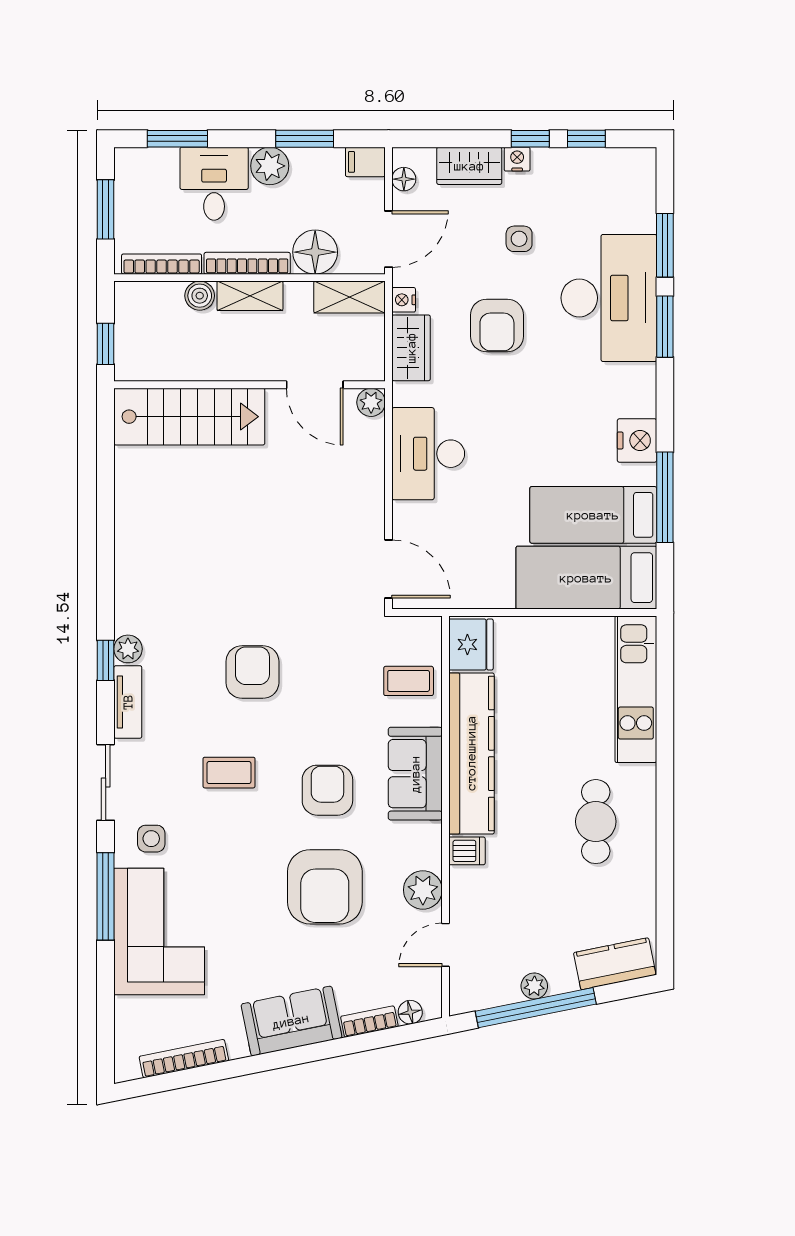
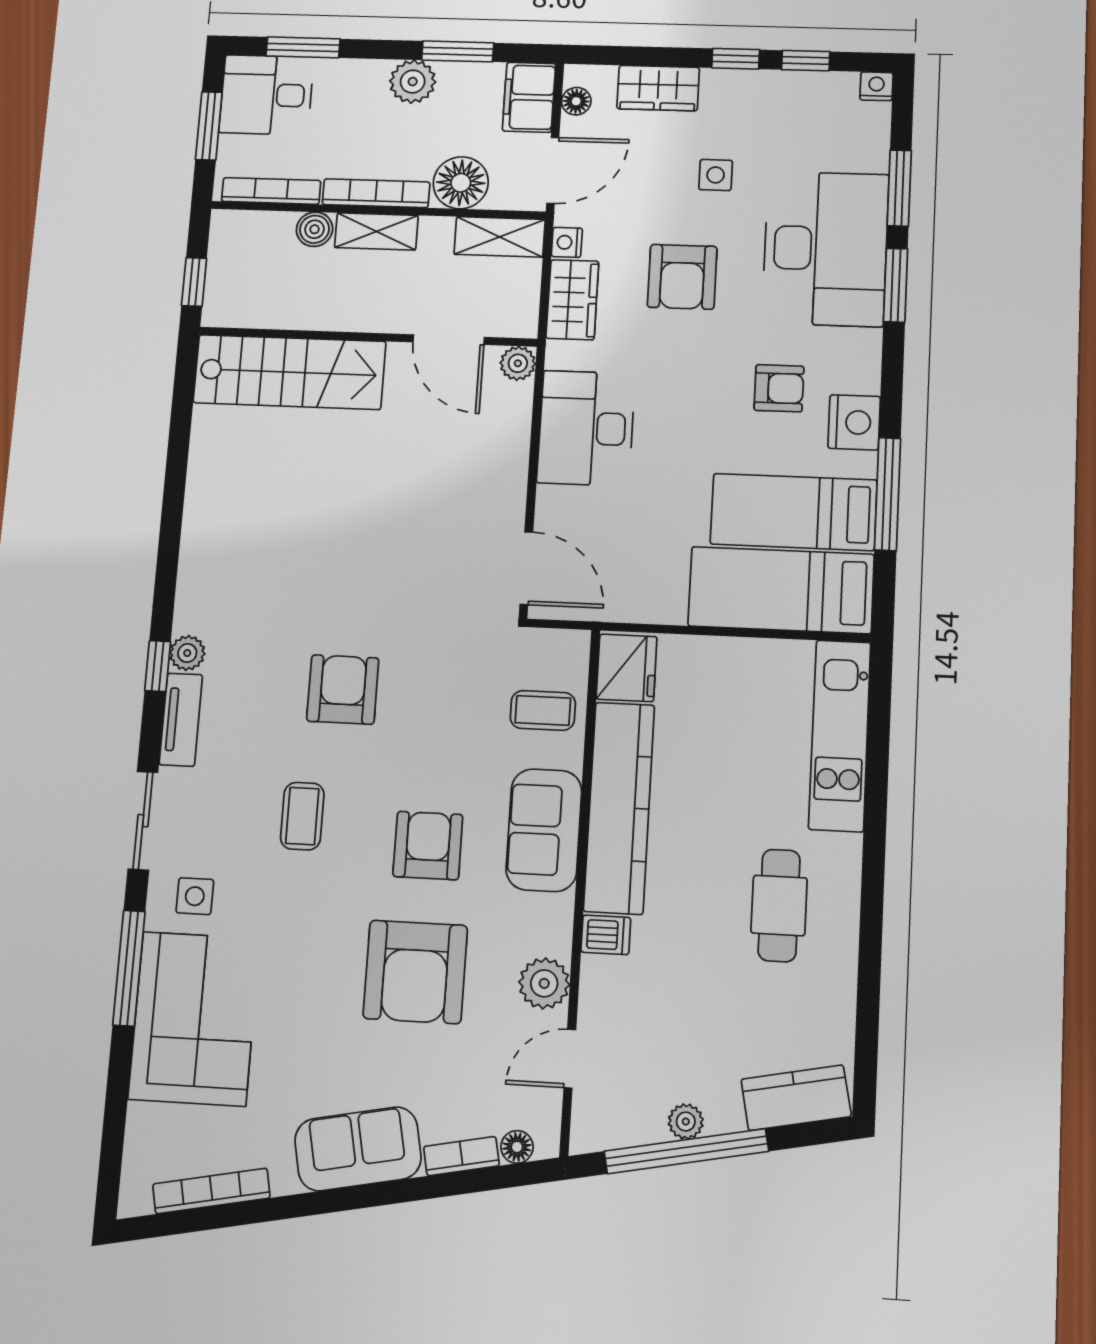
nightstand: (517, 159) -> (876, 86), moved
filing cabinet: (365, 162) -> (529, 97), width x2.00
desk: (214, 184) -> (266, 95), moved, turned -90
armchair: (577, 415) -> (779, 388), added
coffee table: (229, 773) -> (302, 816), turned 90

